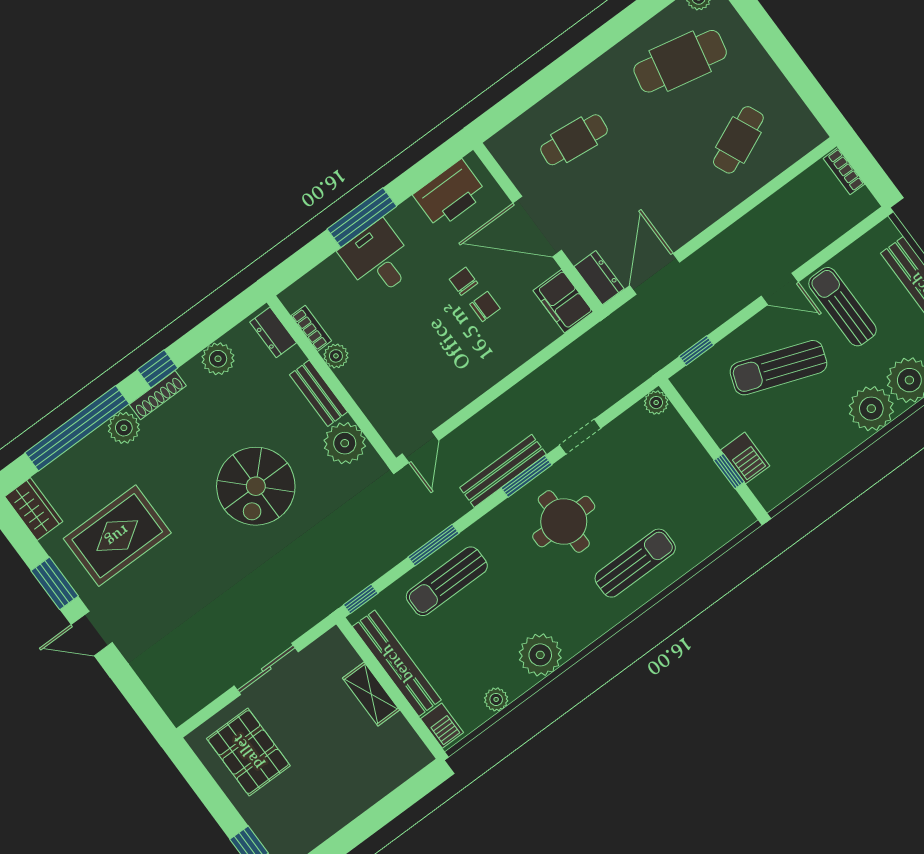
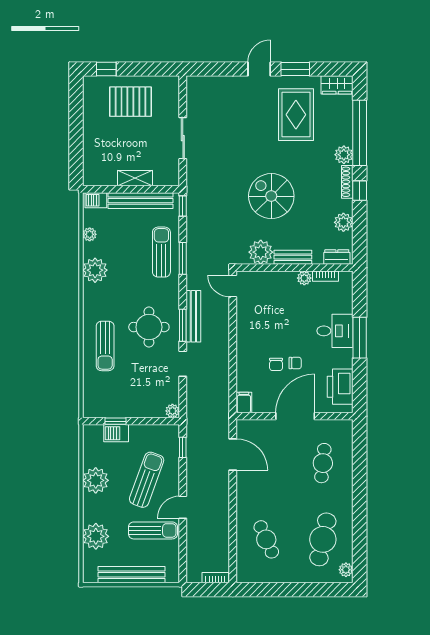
dresser: (599, 278) -> (250, 427), removed
filing cabinet: (563, 301) -> (244, 403), width x0.50
plant: (871, 409) -> (96, 480), moved
pallet: (248, 752) -> (130, 102), moved

